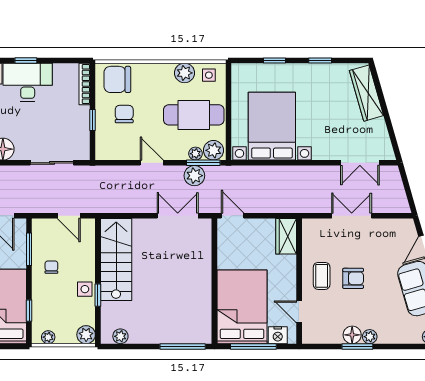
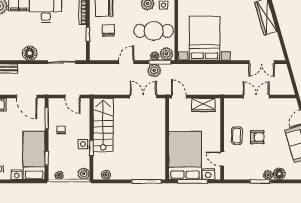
door: (152, 163) -> (126, 62), hinge flipped
wardrobe: (286, 236) -> (203, 105), moved, turned -90
floor lamp: (352, 335) -> (279, 174), moved

